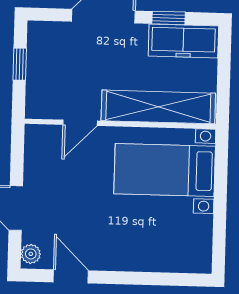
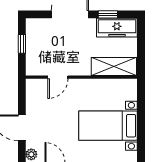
shelving: (158, 107) -> (114, 67), width x0.68
bed with nightstands: (165, 170) -> (108, 126), moved

